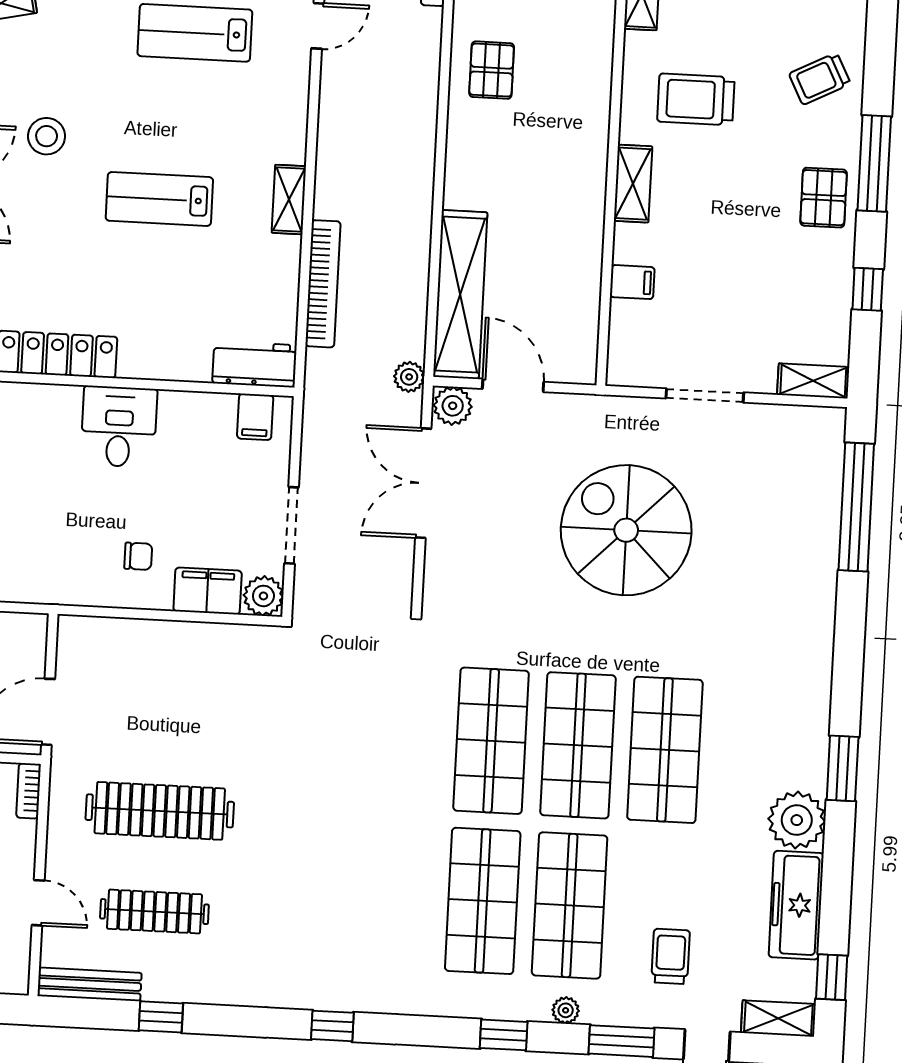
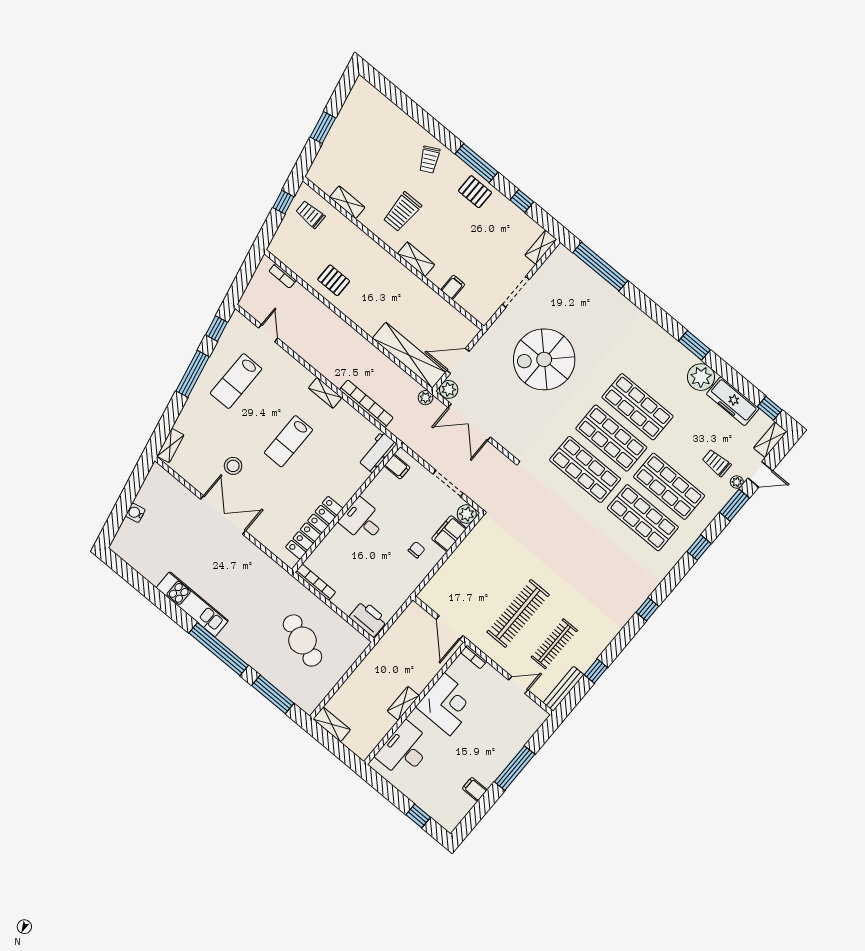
plant: (566, 1010) -> (737, 482), moved

